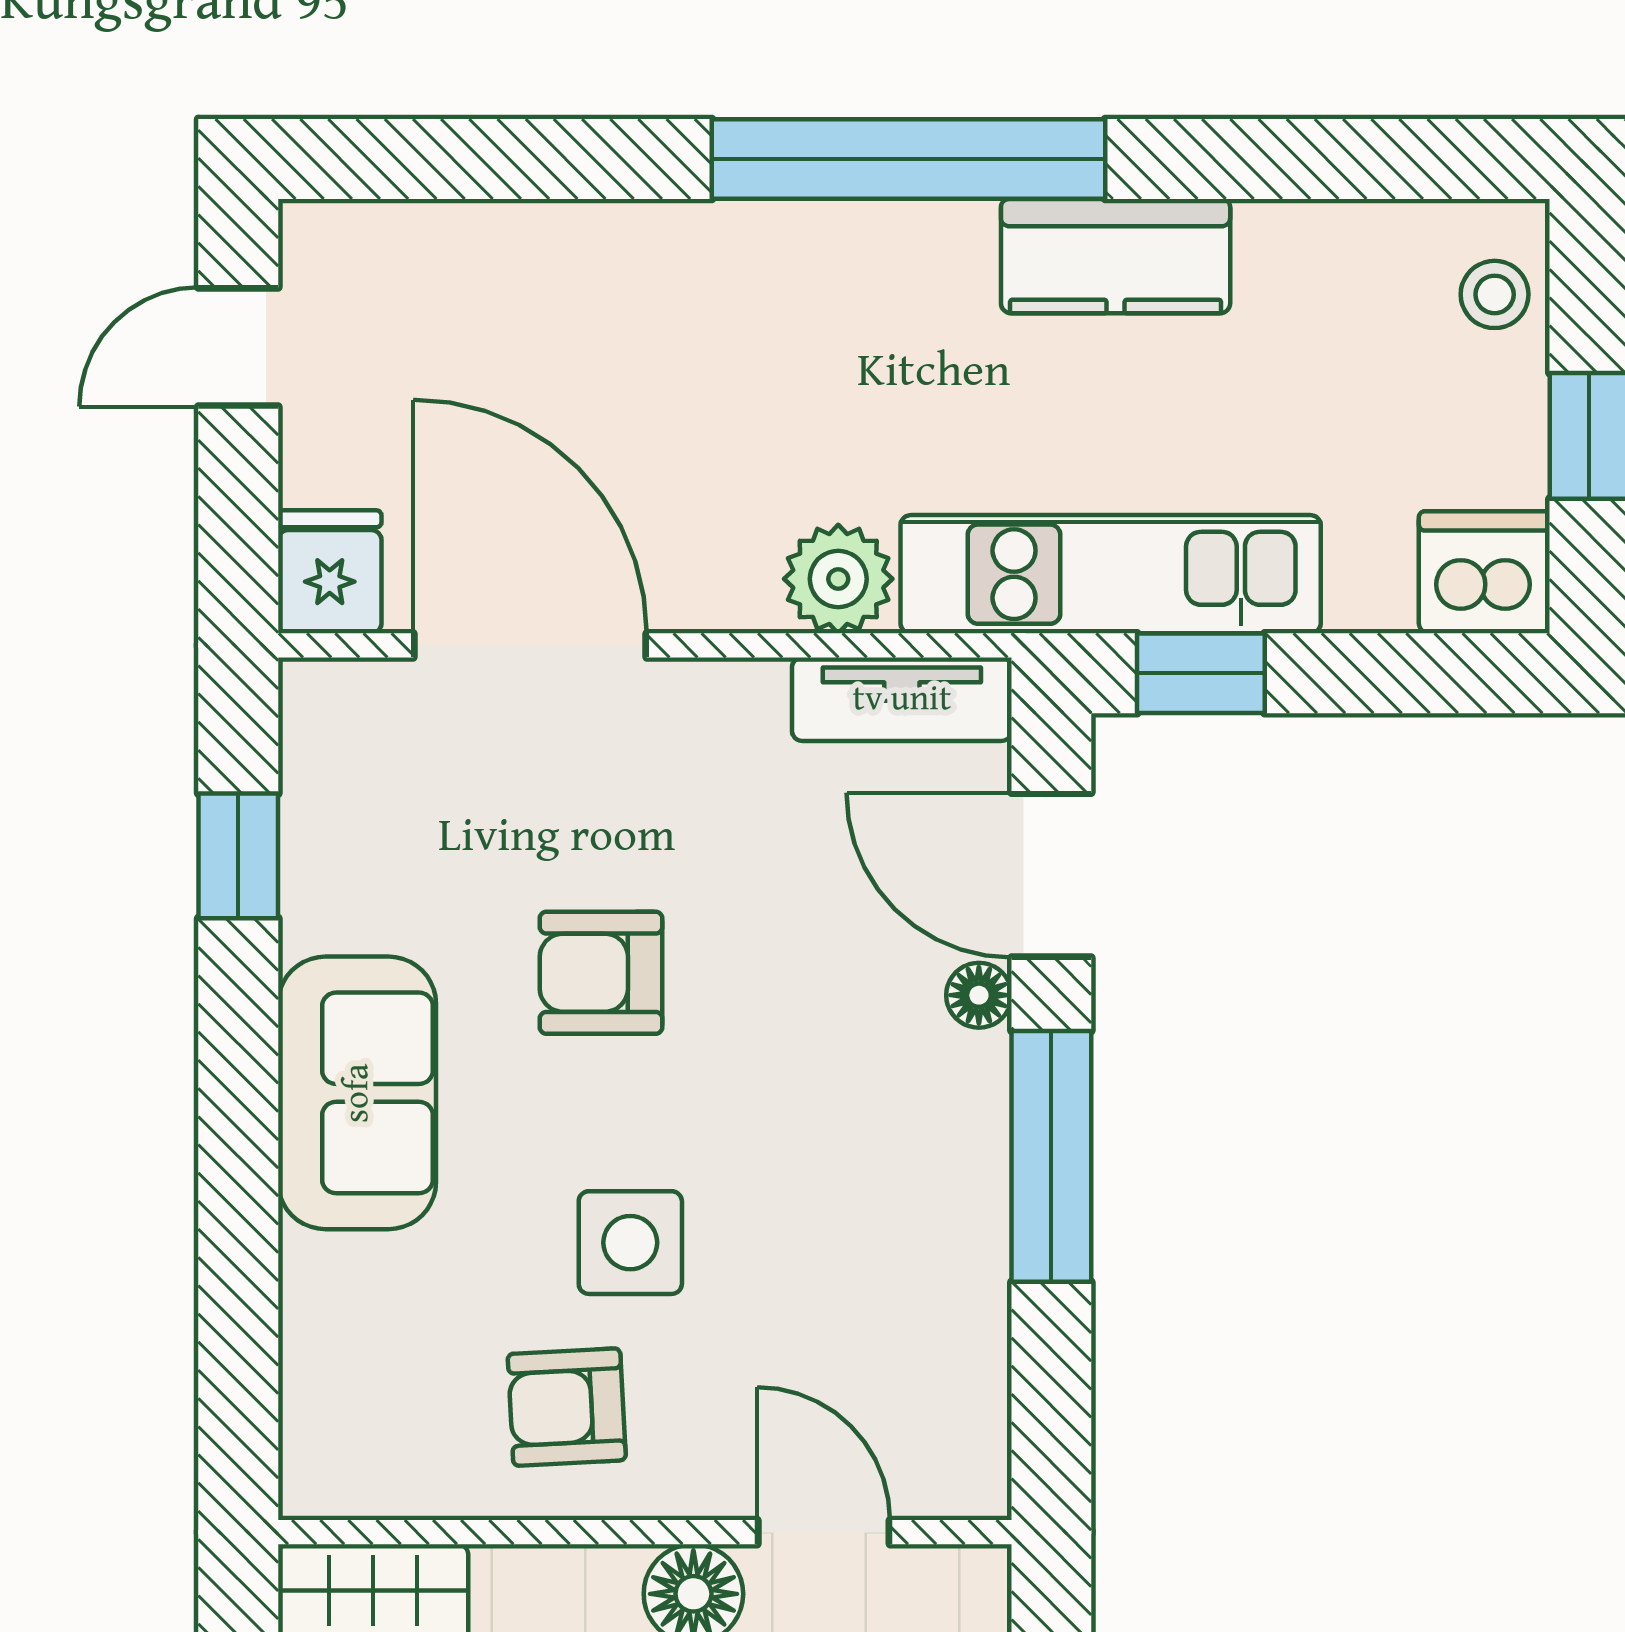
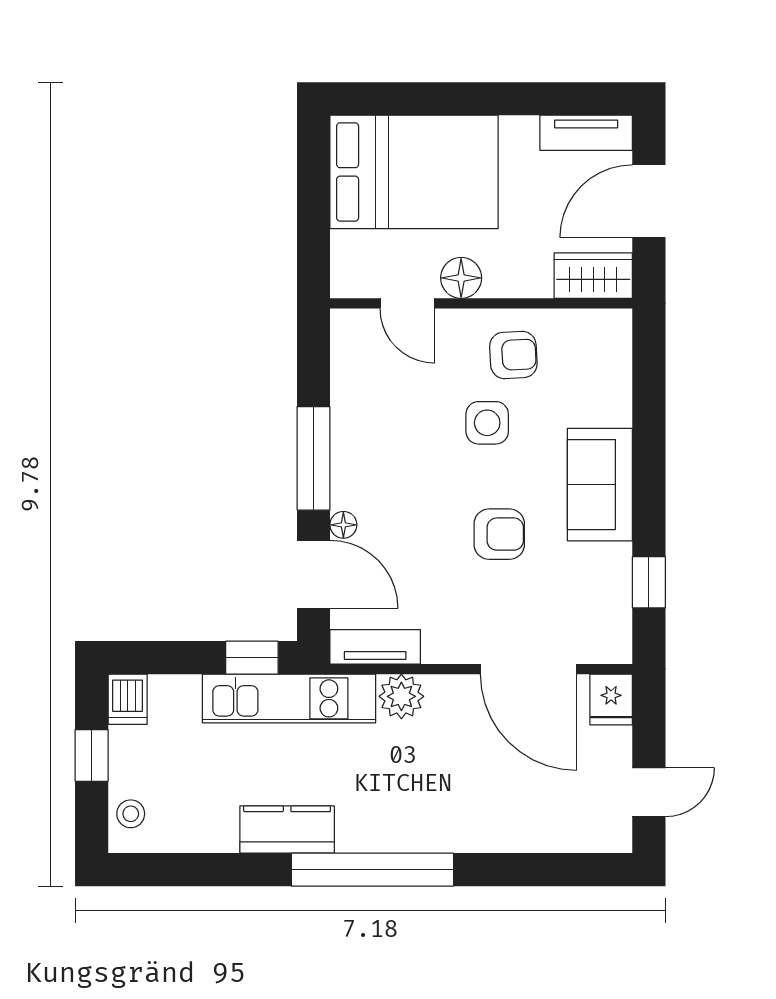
dishwasher: (1484, 572) -> (128, 699), width x0.73

